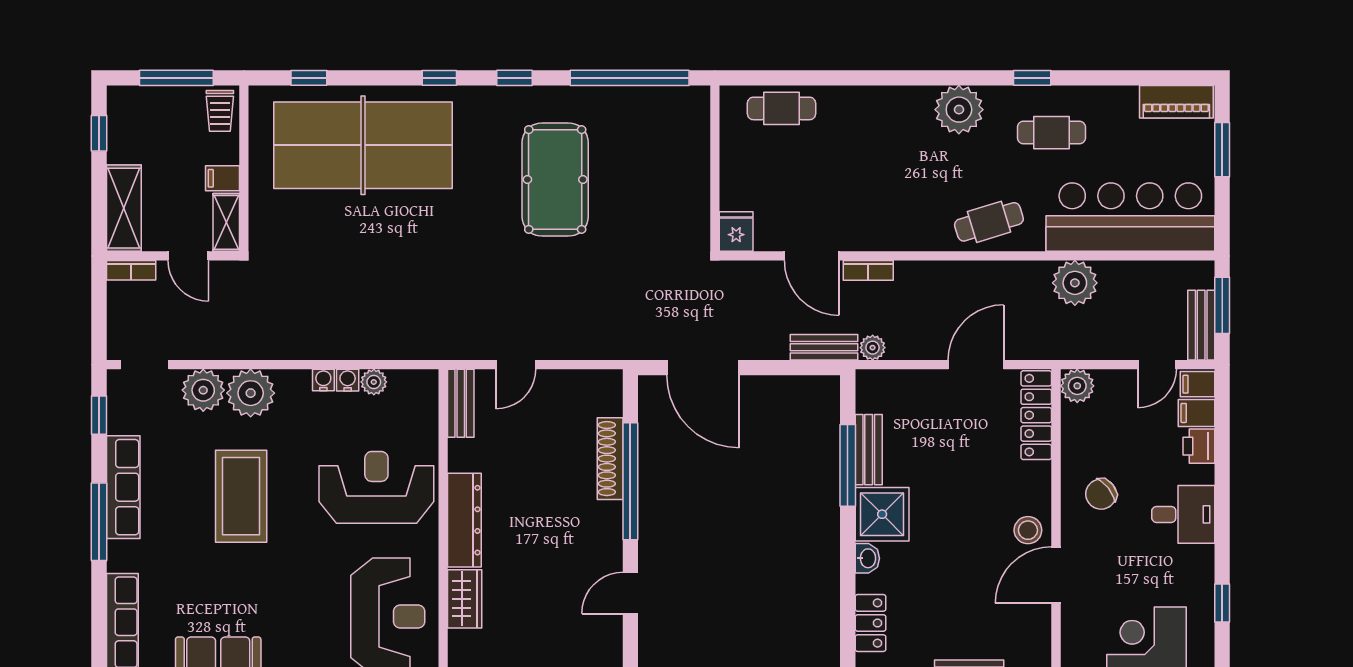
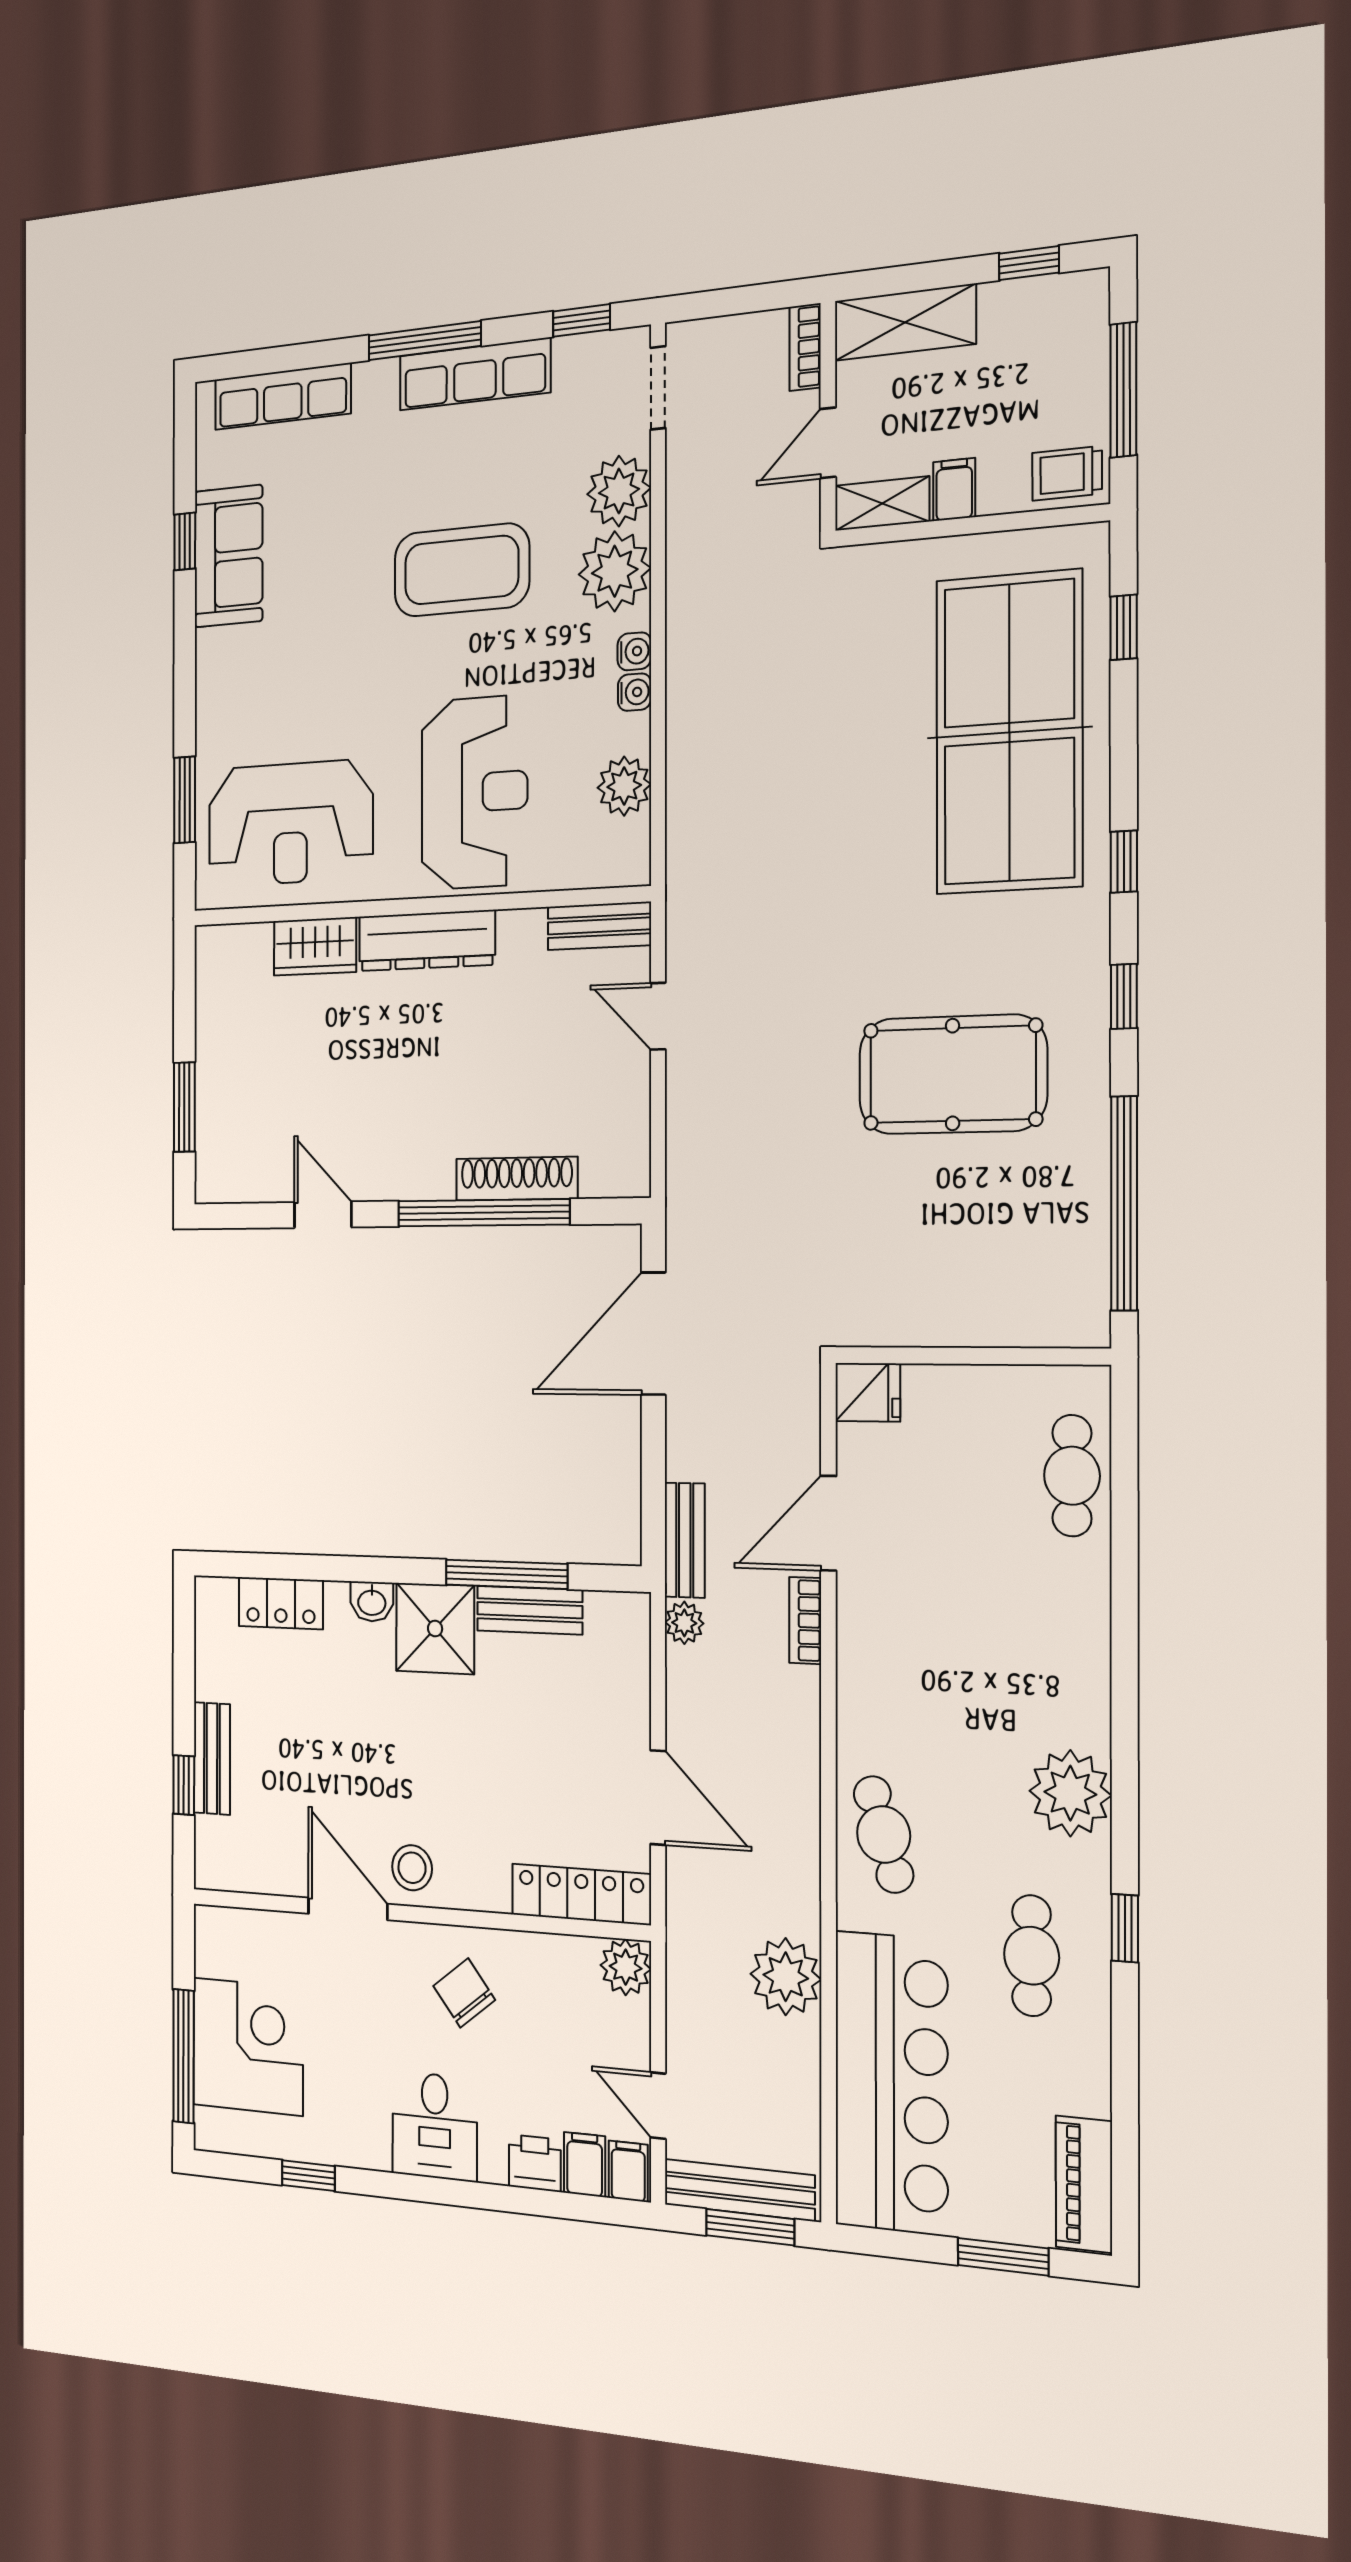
bench: (1201, 325) -> (739, 2190), width x1.36
water cooler: (348, 380) -> (634, 651), moved
plant: (374, 382) -> (624, 786), width x1.38, depth x1.38

